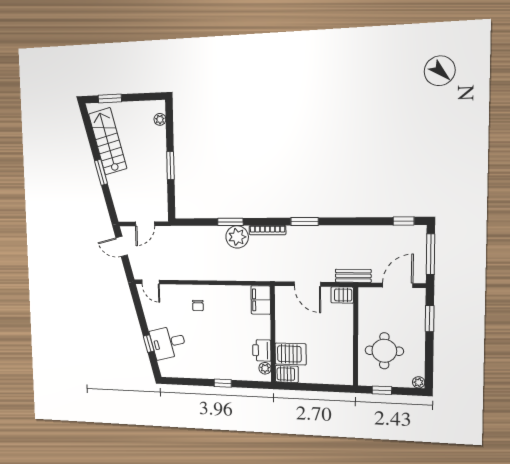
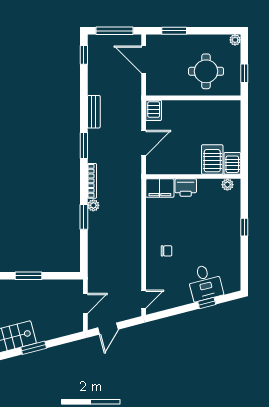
door: (145, 224) -> (85, 303), hinge flipped
plant: (237, 237) -> (93, 205), width x0.53, depth x0.53
bench: (353, 276) -> (94, 112), moved
printer: (262, 350) -> (186, 188), moved

